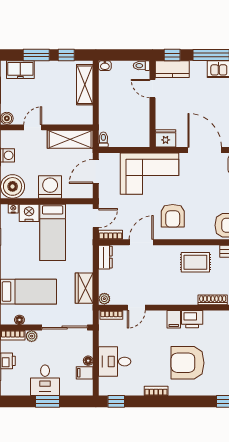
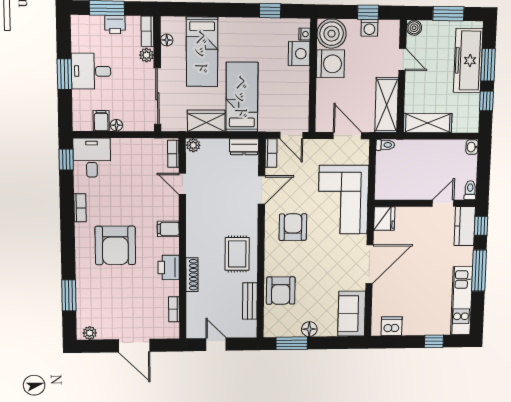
freezer: (20, 70) -> (468, 61), width x1.91, depth x1.26
shelving: (85, 85) -> (428, 123), moved
washing machine: (50, 187) -> (330, 64), moved
armchair: (173, 216) -> (293, 227), turned 90
bed: (53, 232) -> (242, 97), moved, turned 90
door: (141, 242) -> (262, 190), hinge flipped
printer: (192, 319) -> (169, 267), moved
desk: (115, 362) -> (92, 158), moved
armchair: (188, 363) -> (115, 245), turned 180

